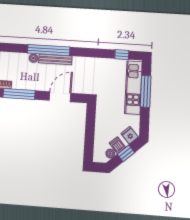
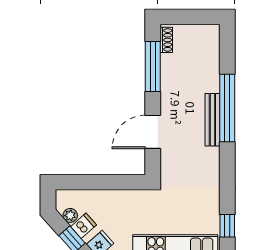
plant: (33, 58) -> (212, 85), removed
door: (60, 97) -> (153, 132), swing flipped

